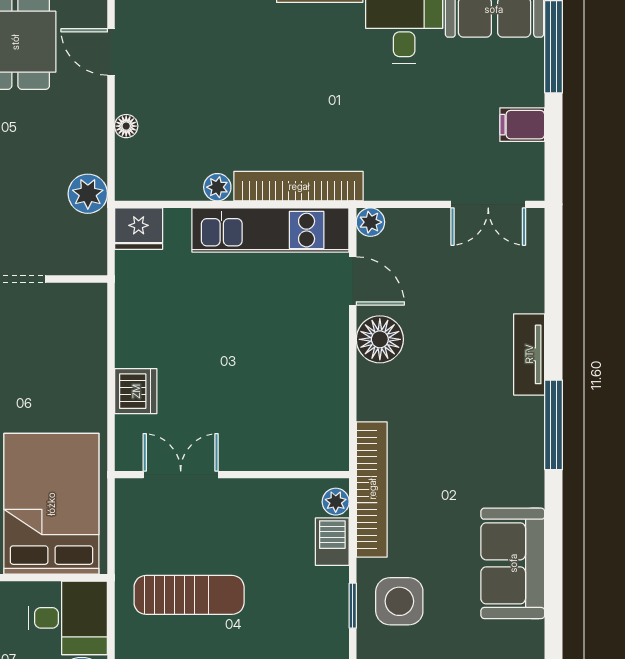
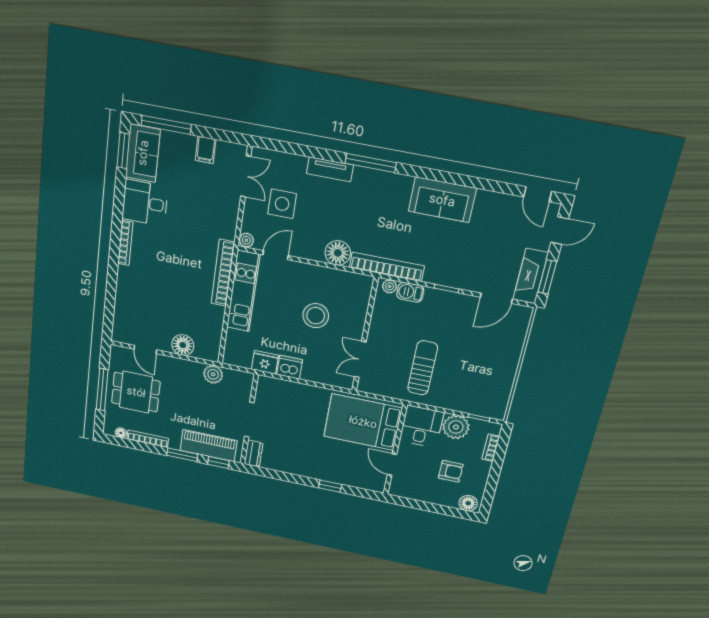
door: (111, 52) -> (145, 350), hinge flipped
floor lamp: (126, 126) -> (183, 345), width x1.89, depth x1.89
plant: (217, 187) -> (218, 313), removed
fridge: (139, 229) -> (265, 362), moved, turned -90
floor lamp: (380, 339) -> (338, 253), moved
stool: (251, 375) -> (316, 316), added
dishwasher: (136, 391) -> (290, 367), moved
side table: (399, 601) -> (282, 204), moved

